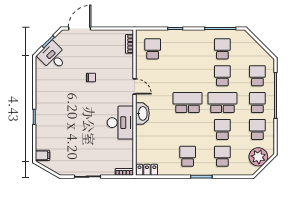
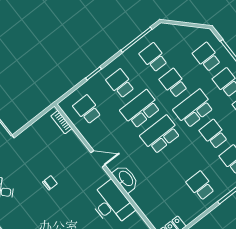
school desk: (188, 49) -> (120, 84), added
school desk: (188, 76) -> (140, 109), added

